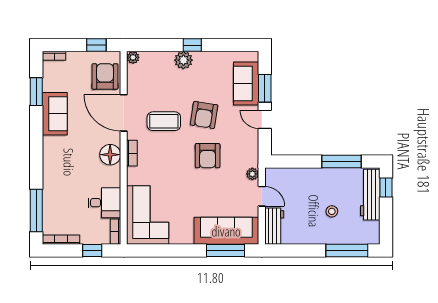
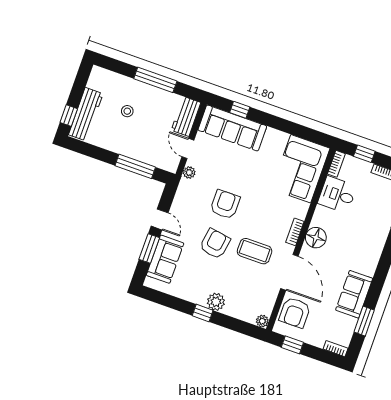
window: (341, 162) -> (135, 166), moved
window: (225, 251) -> (240, 110), width x0.46
window: (347, 251) -> (155, 80), moved

